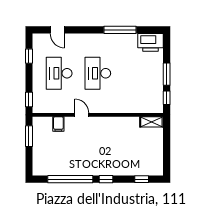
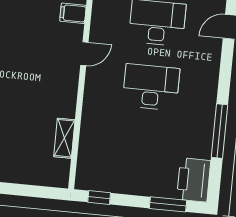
window: (167, 74) -> (168, 204), moved
shelving: (151, 122) -> (64, 138), moved

